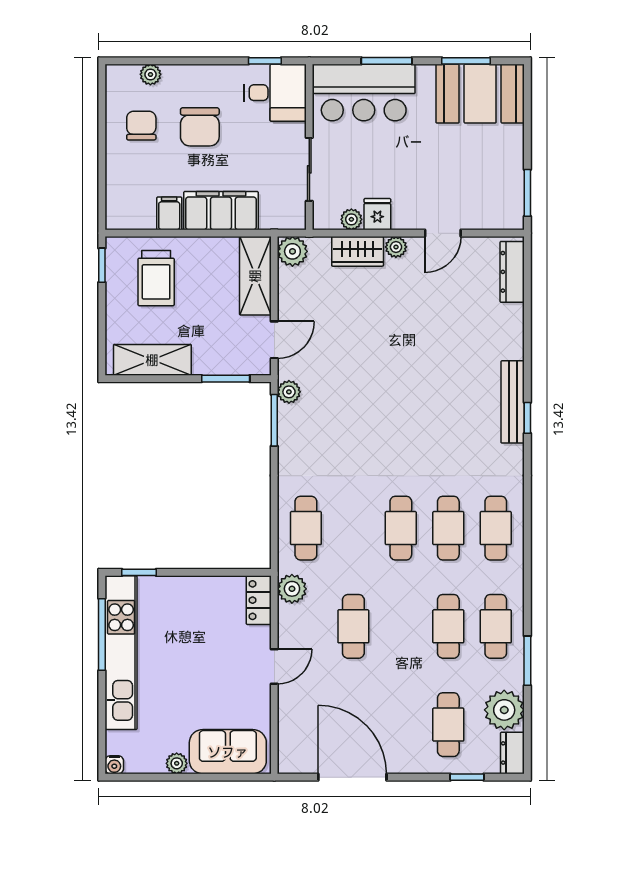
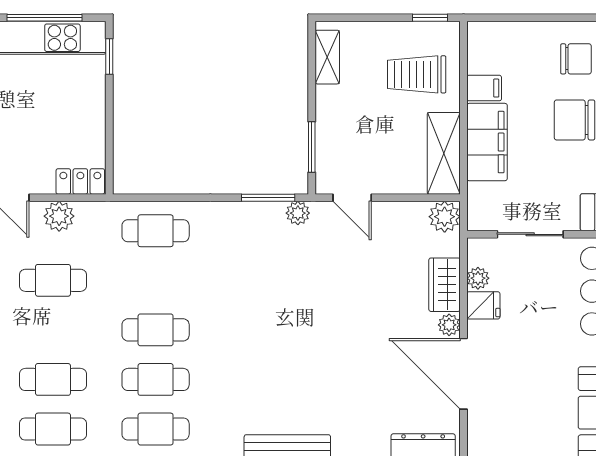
door: (443, 233) -> (464, 374), width x1.87
shelving: (255, 276) -> (444, 153), moved, turned 90
shelving: (152, 360) -> (327, 57), width x0.67, depth x0.75
plant: (292, 589) -> (59, 216), moved

